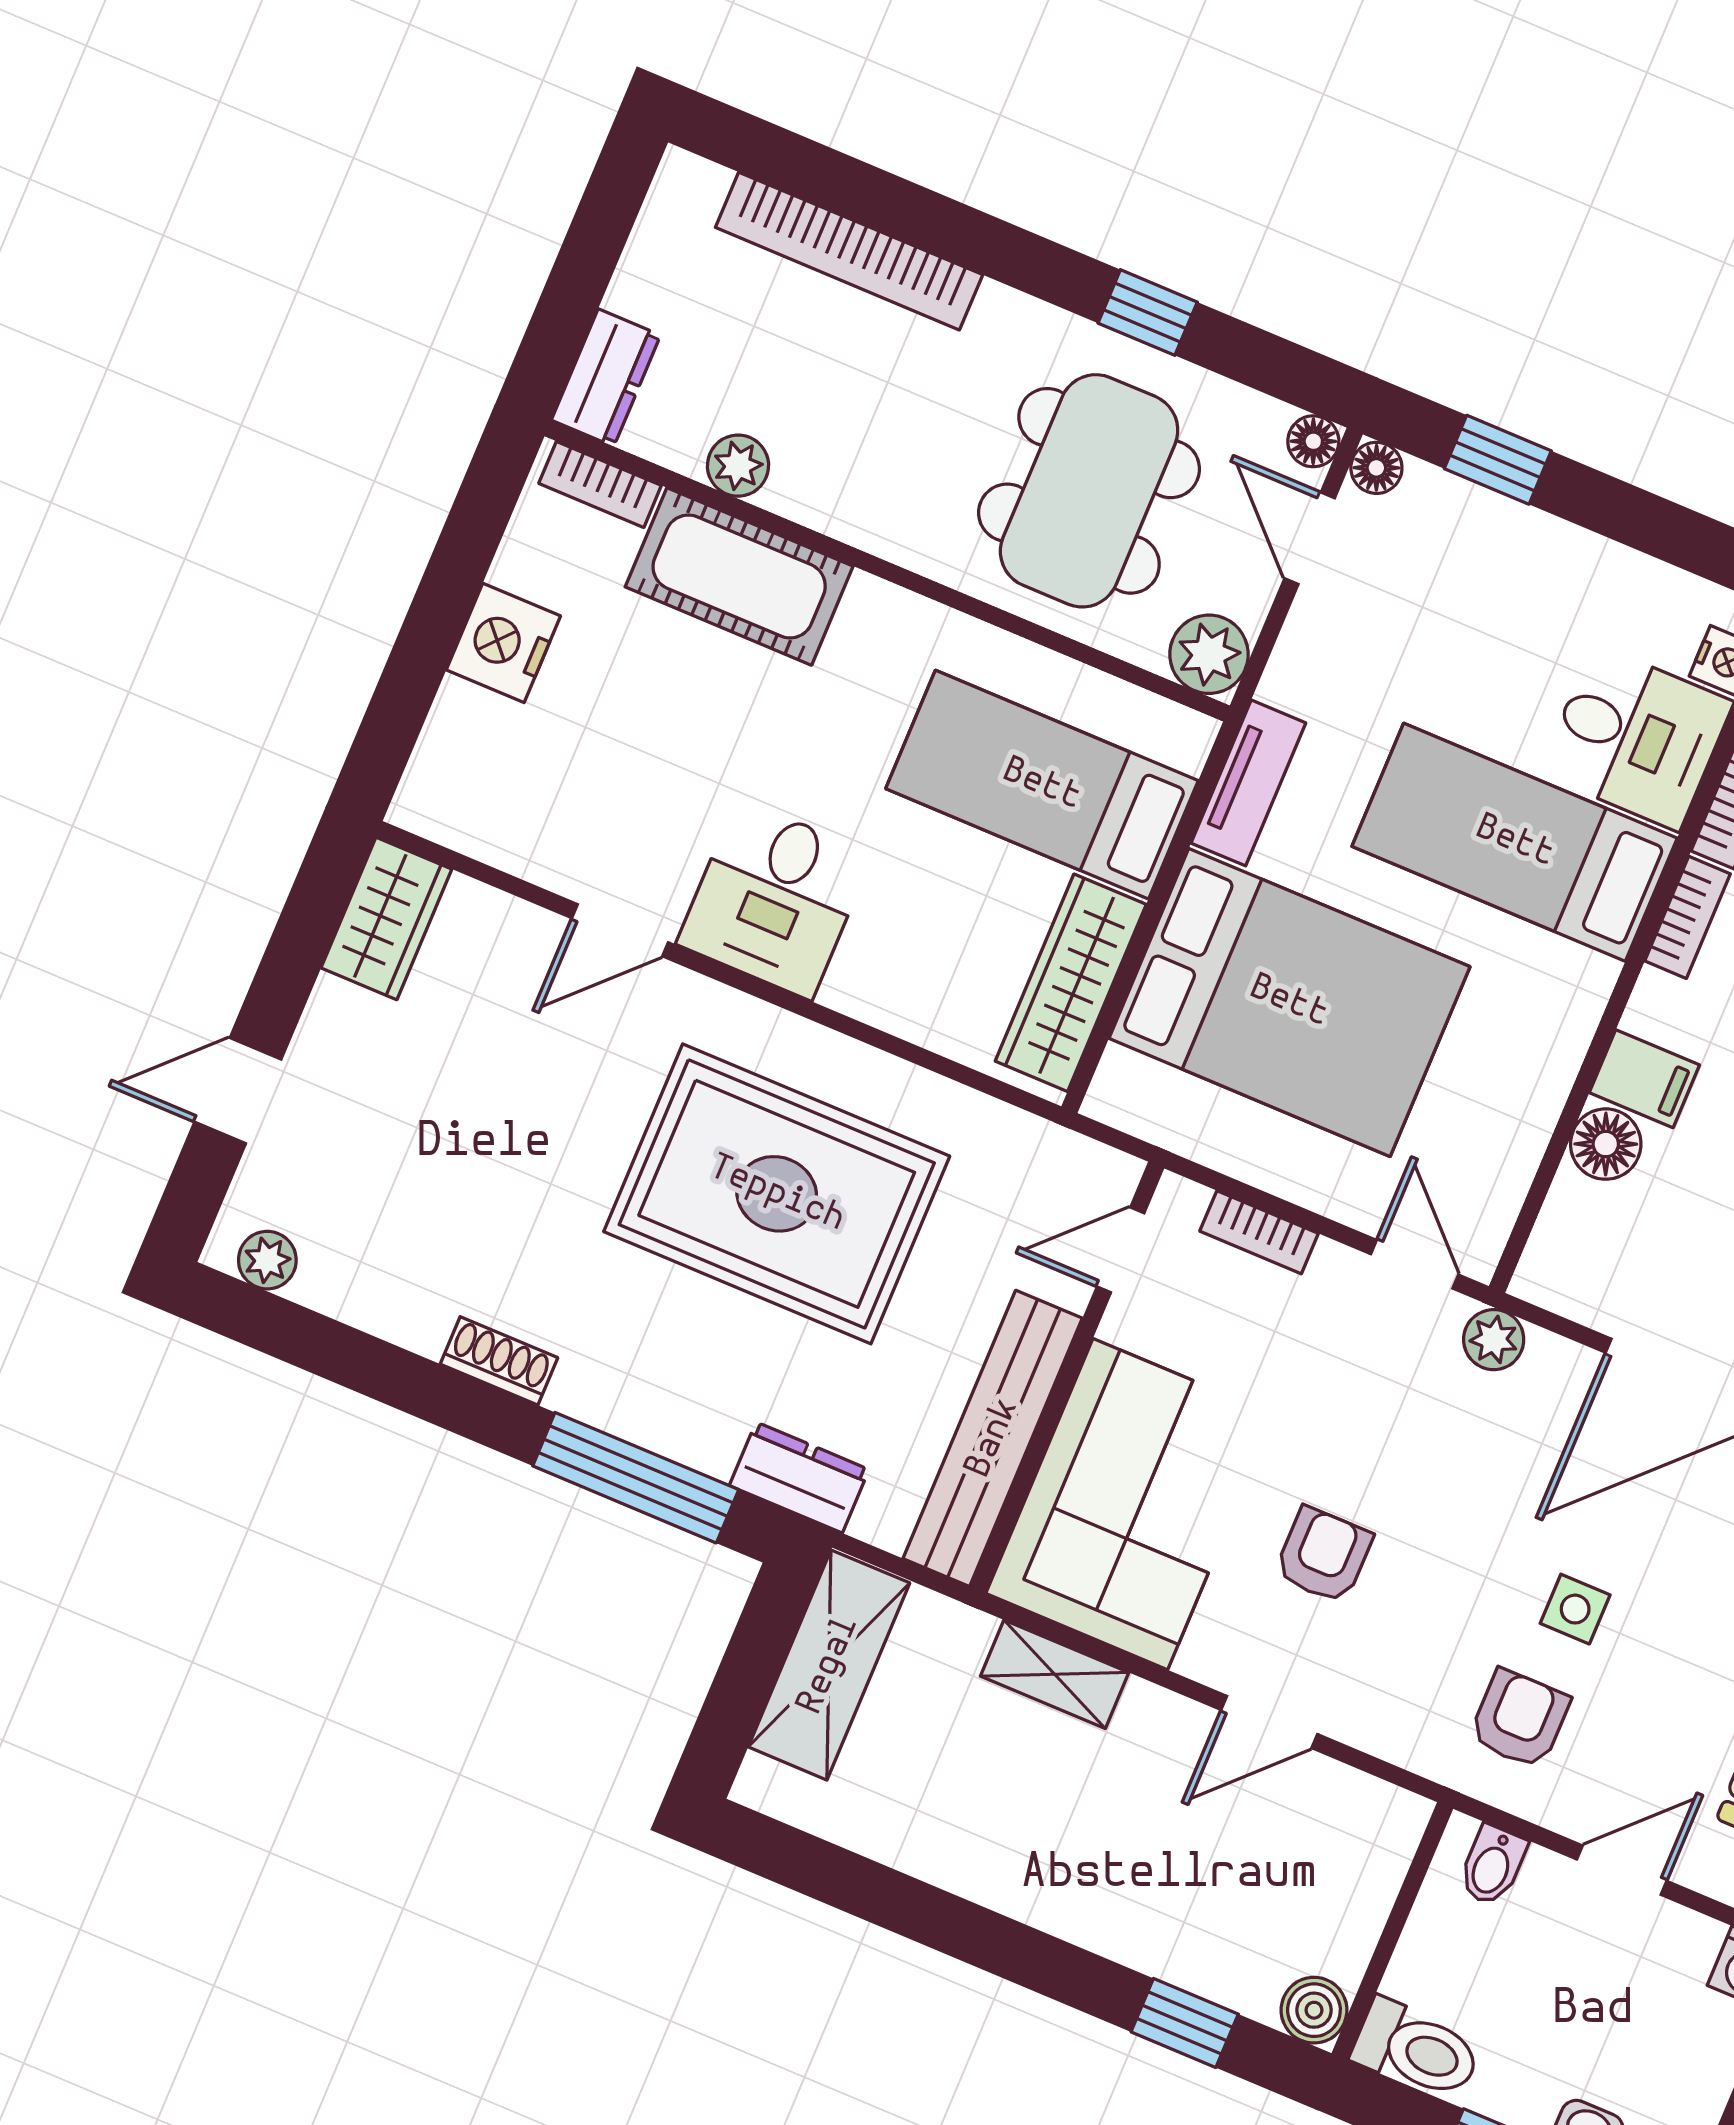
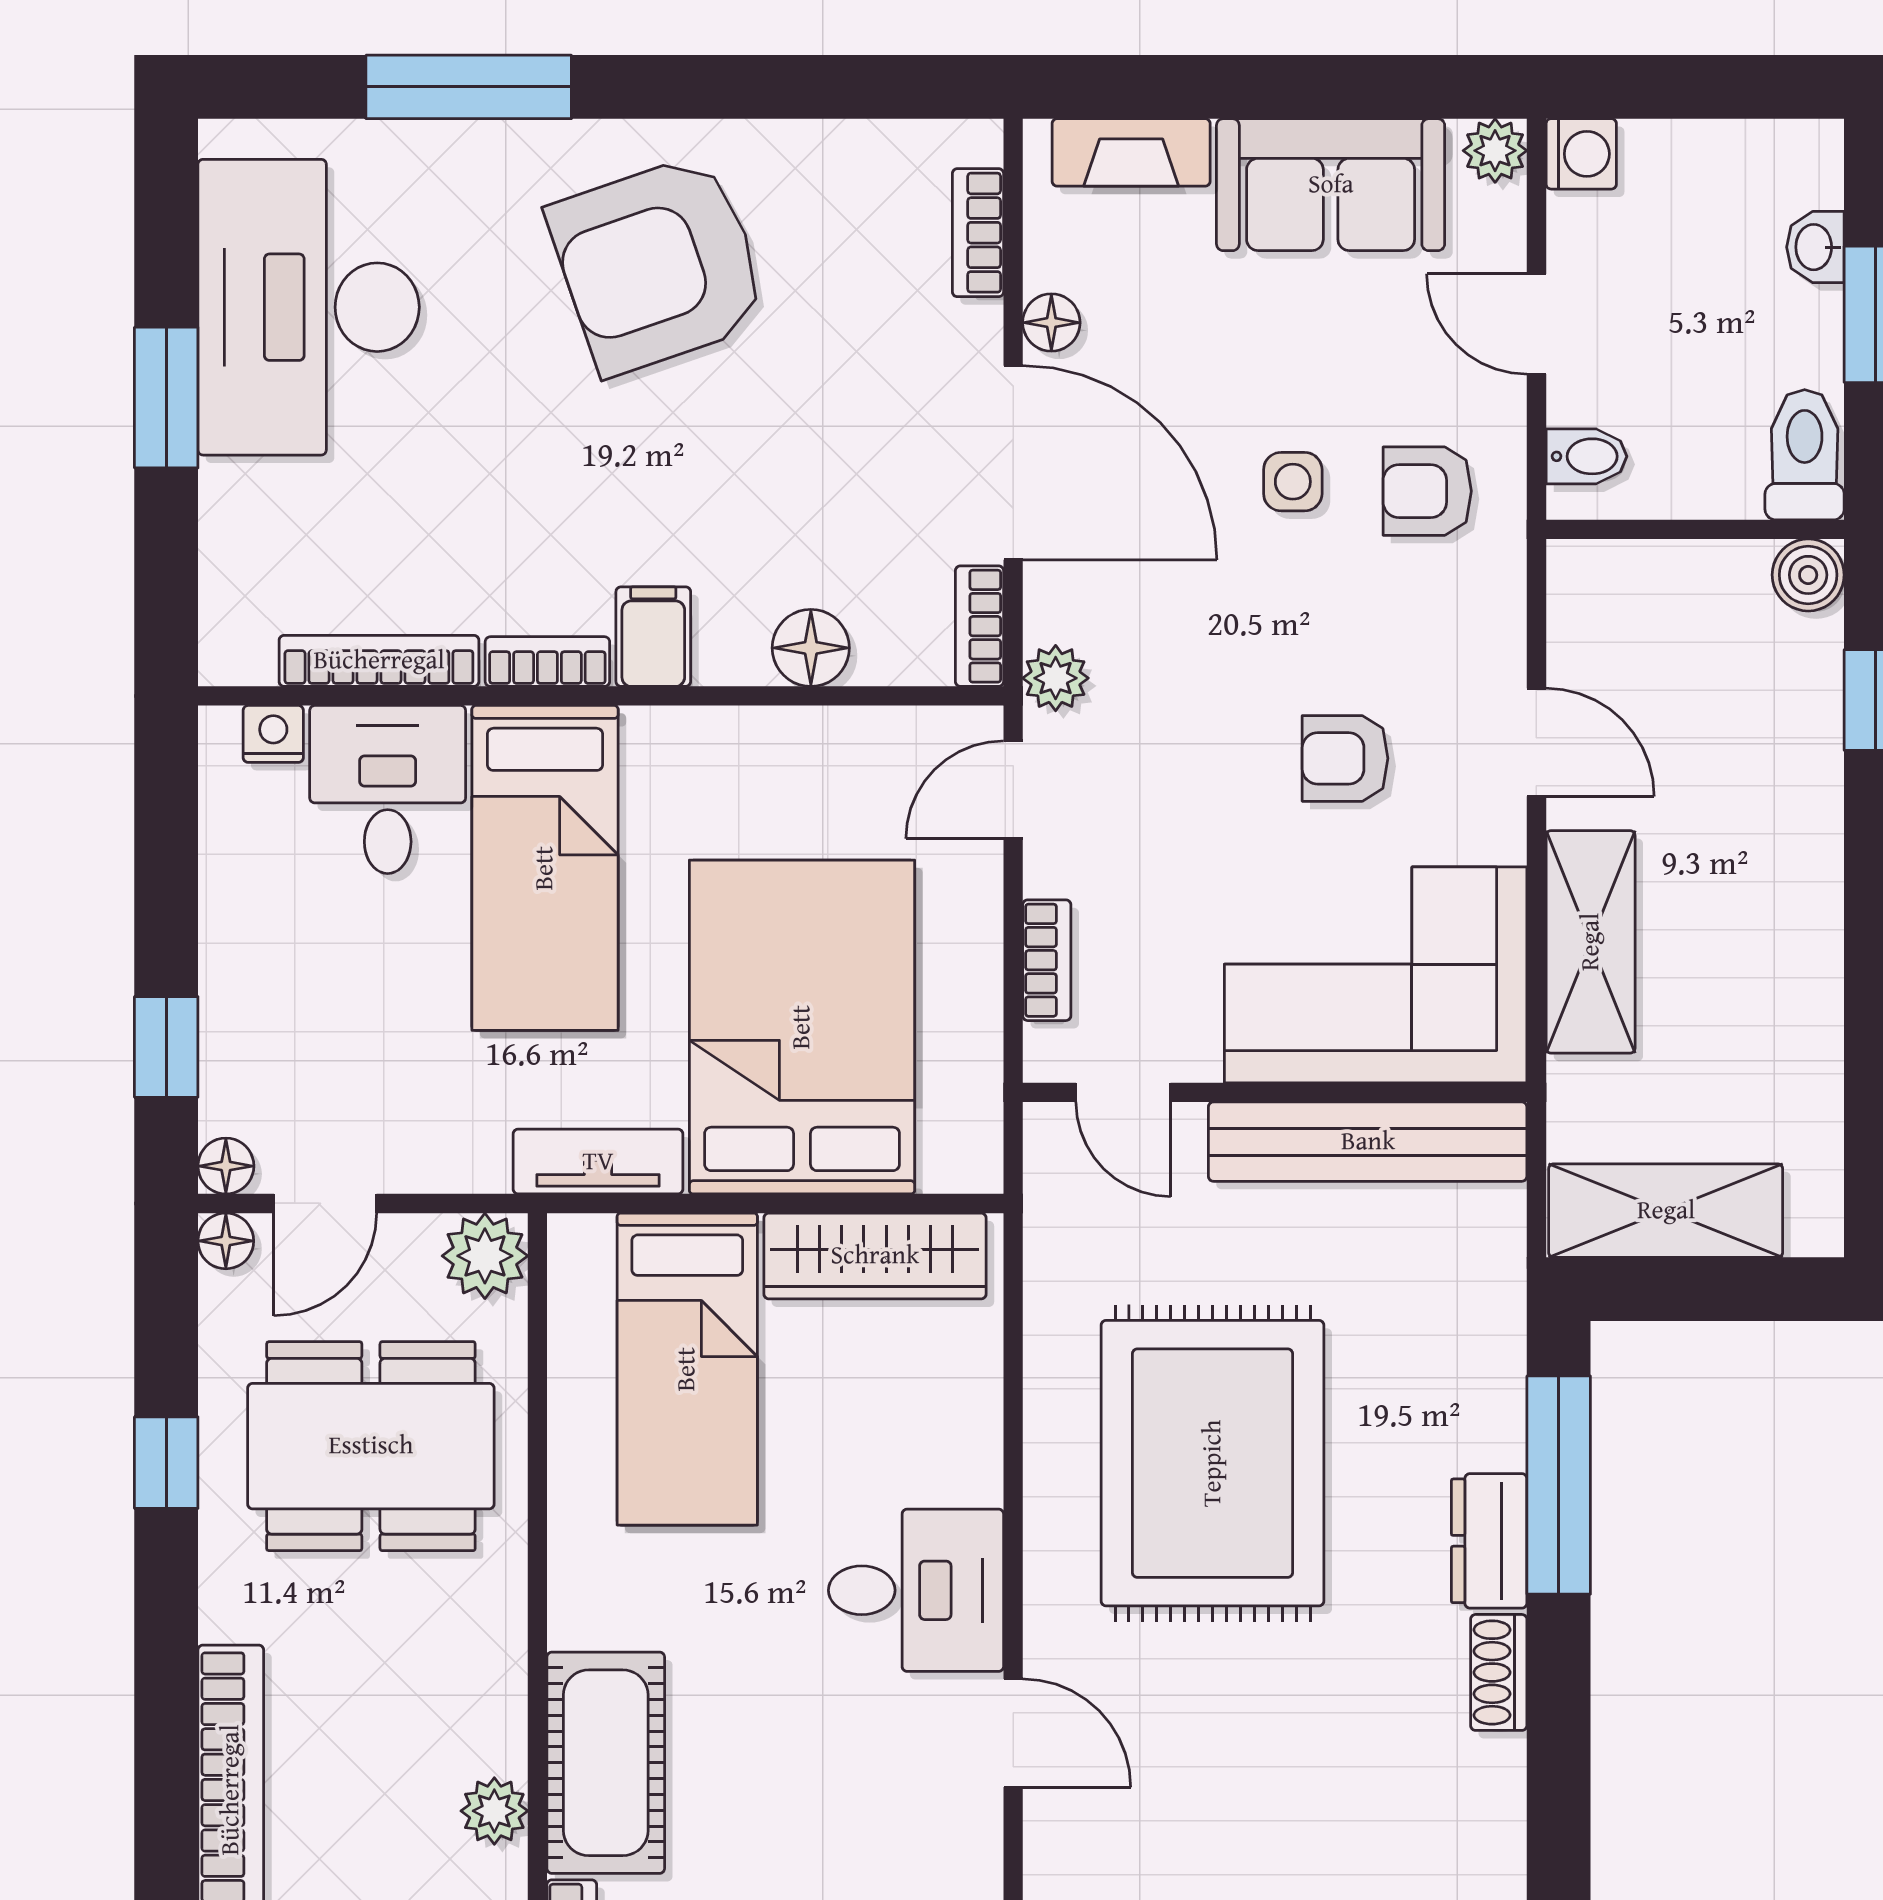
filing cabinet: (1644, 1079) -> (653, 637), moved
bookcase: (1564, 1294) -> (979, 626), added
dresser: (799, 1477) -> (1489, 1541), moved
shelving: (1055, 1674) -> (1591, 942), width x1.50, depth x1.33

